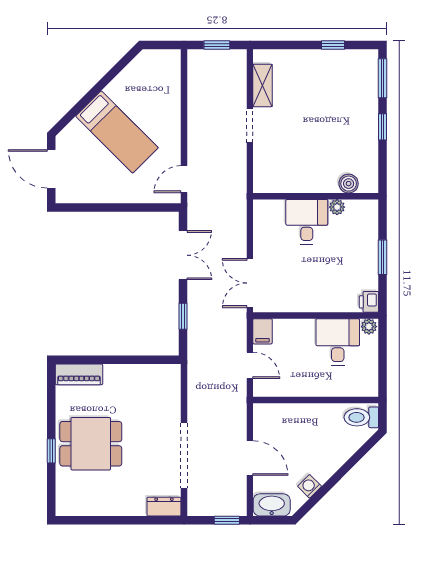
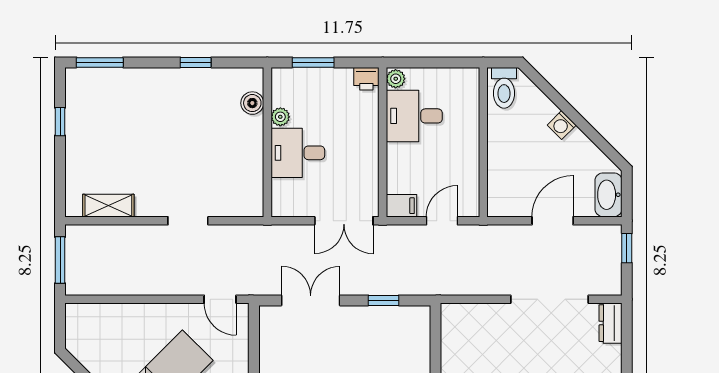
window: (217, 45) -> (60, 260), width x1.50
doorway: (250, 126) -> (188, 221), moved
window: (383, 127) -> (196, 62), moved
boiler: (349, 184) -> (252, 103), moved
wall: (316, 196) -> (267, 142), moved
plant: (337, 207) -> (280, 117), moved
desk: (307, 222) -> (298, 153), moved
washing machine: (310, 486) -> (562, 125), moved

